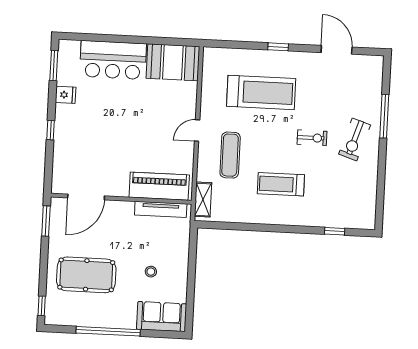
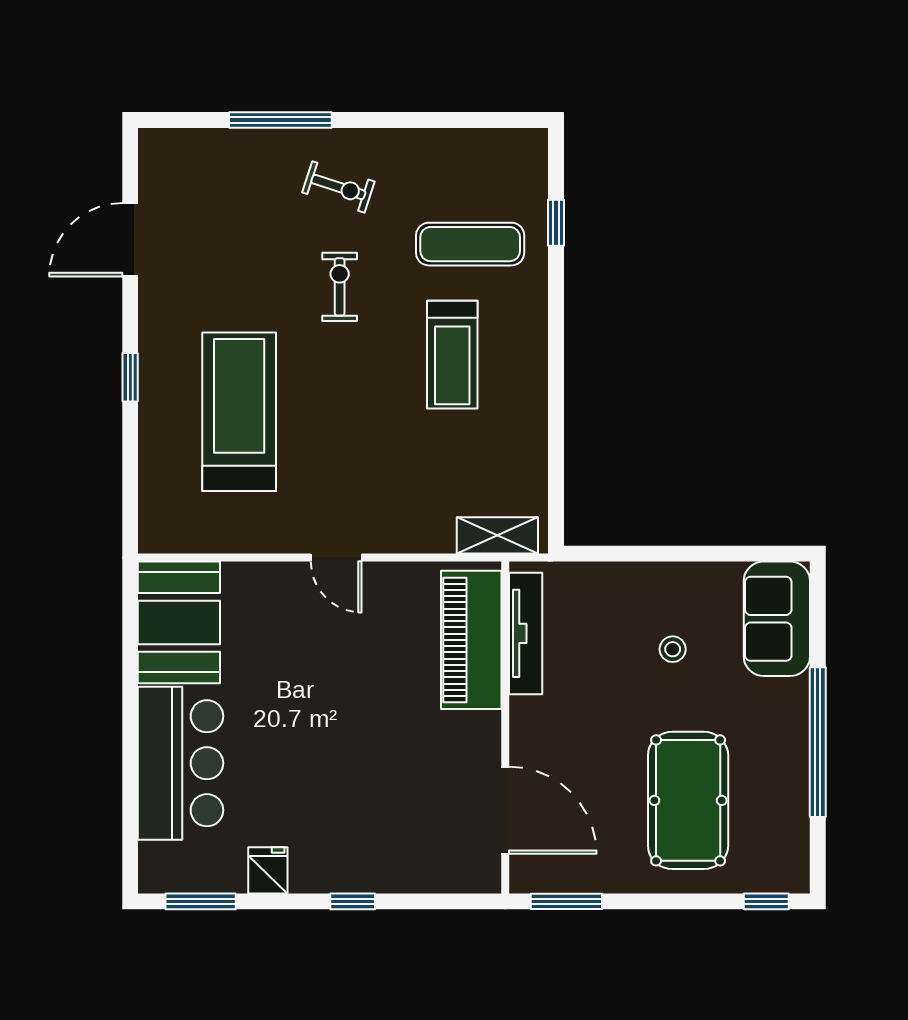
exercise bike: (355, 139) -> (338, 187), width x0.73, depth x0.72
exercise mat: (230, 155) -> (470, 244), moved

